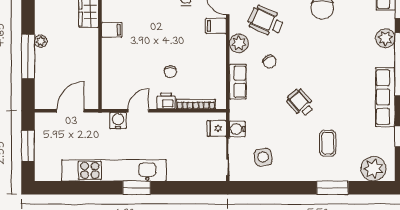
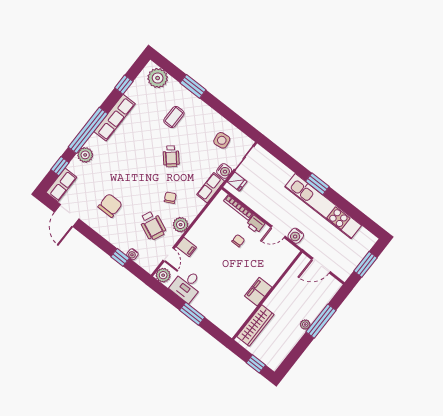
filing cabinet: (112, 30) -> (258, 292), width x2.00
row of seats: (238, 82) -> (211, 188), moved

